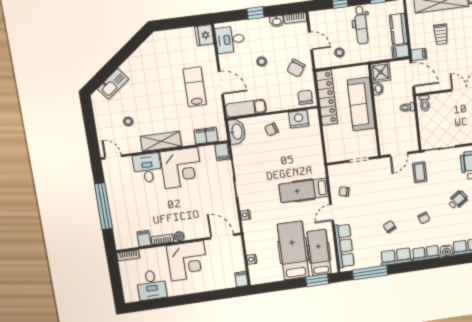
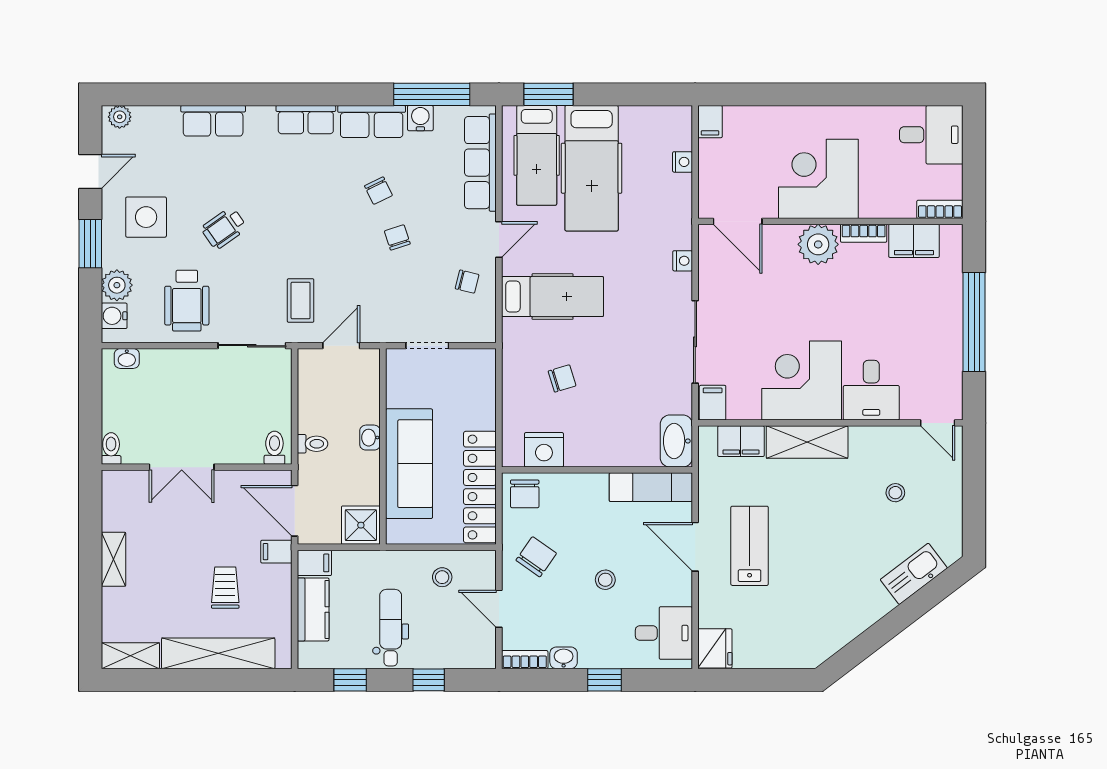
lab bench: (195, 87) -> (750, 546), turned 180
washbasin: (378, 89) -> (370, 438), moved
chair: (271, 129) -> (562, 378), moved
shelving: (161, 141) -> (807, 442), moved
chair: (424, 218) -> (397, 237), moved
plant: (179, 236) -> (818, 244), width x1.88, depth x1.88
filing cabinet: (144, 238) -> (914, 241), width x2.00
water cooler: (446, 251) -> (420, 118), moved
desk: (151, 285) -> (931, 135), moved, turned 90

